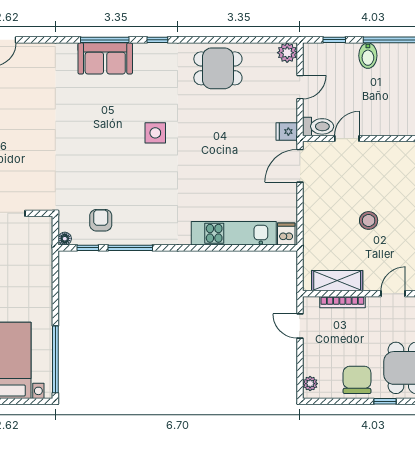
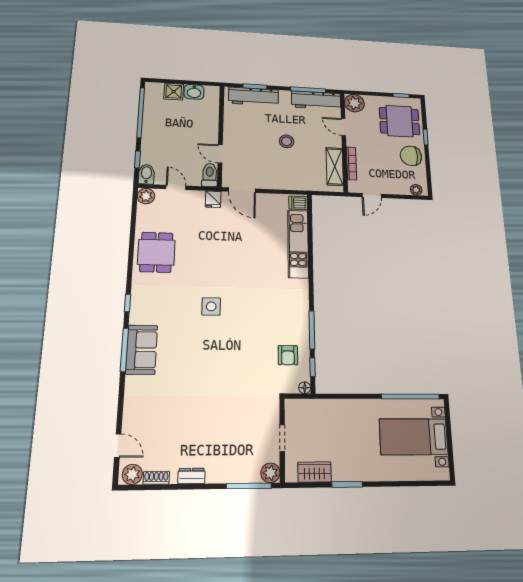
bidet: (368, 56) -> (146, 174), moved, turned -90
armchair: (101, 220) -> (288, 355), turned -90

